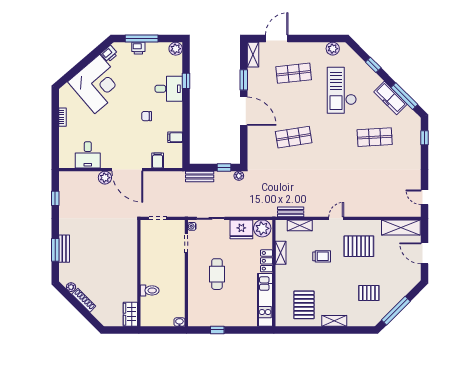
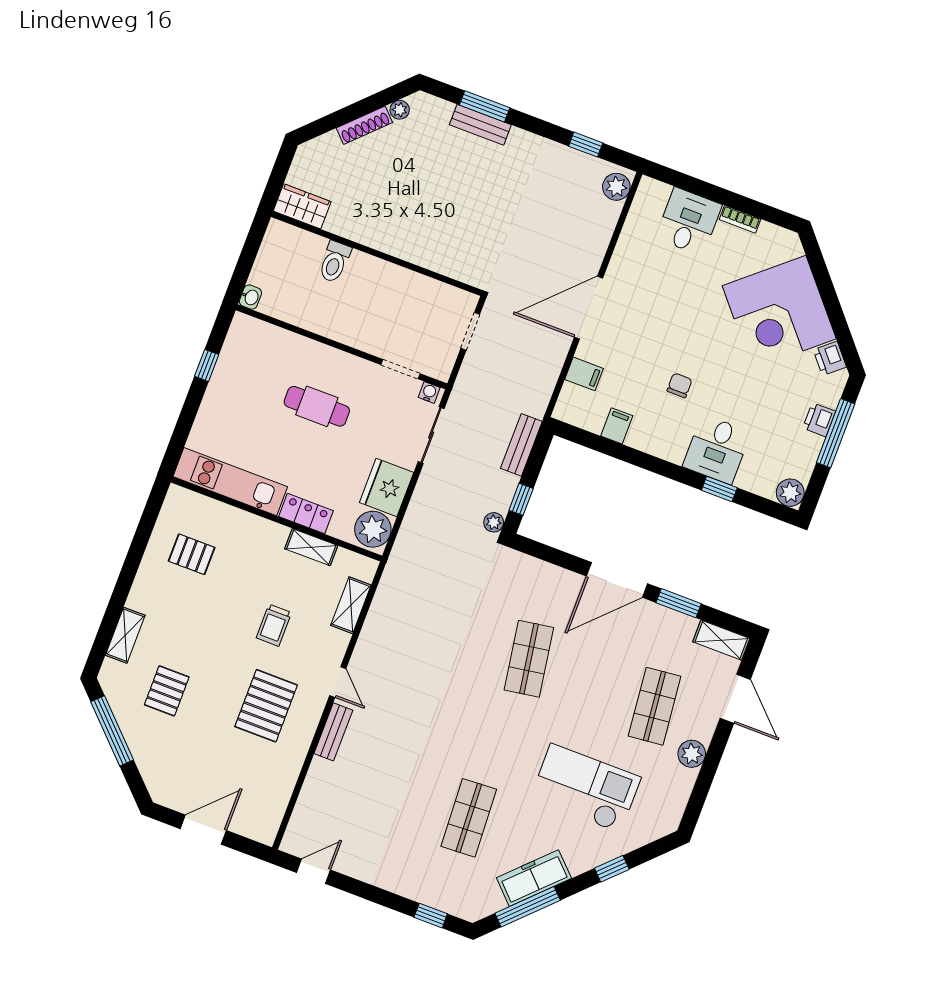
plant: (333, 49) -> (692, 754), moved
desk: (88, 155) -> (689, 221), moved, turned 90
plant: (105, 178) -> (616, 187), moved
bench: (291, 212) -> (333, 732), moved
shelving: (401, 227) -> (272, 802), removed
pallet: (304, 305) -> (192, 554), width x0.67, depth x0.71
shelving: (334, 321) -> (125, 635), moved

